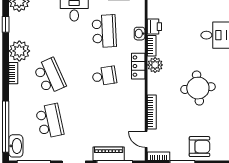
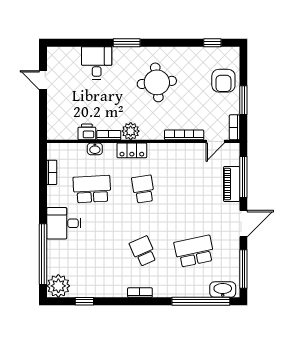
plant: (19, 51) -> (115, 286), removed
school desk: (50, 76) -> (143, 251), width x0.54
armchair: (199, 147) -> (223, 81), turned 180

